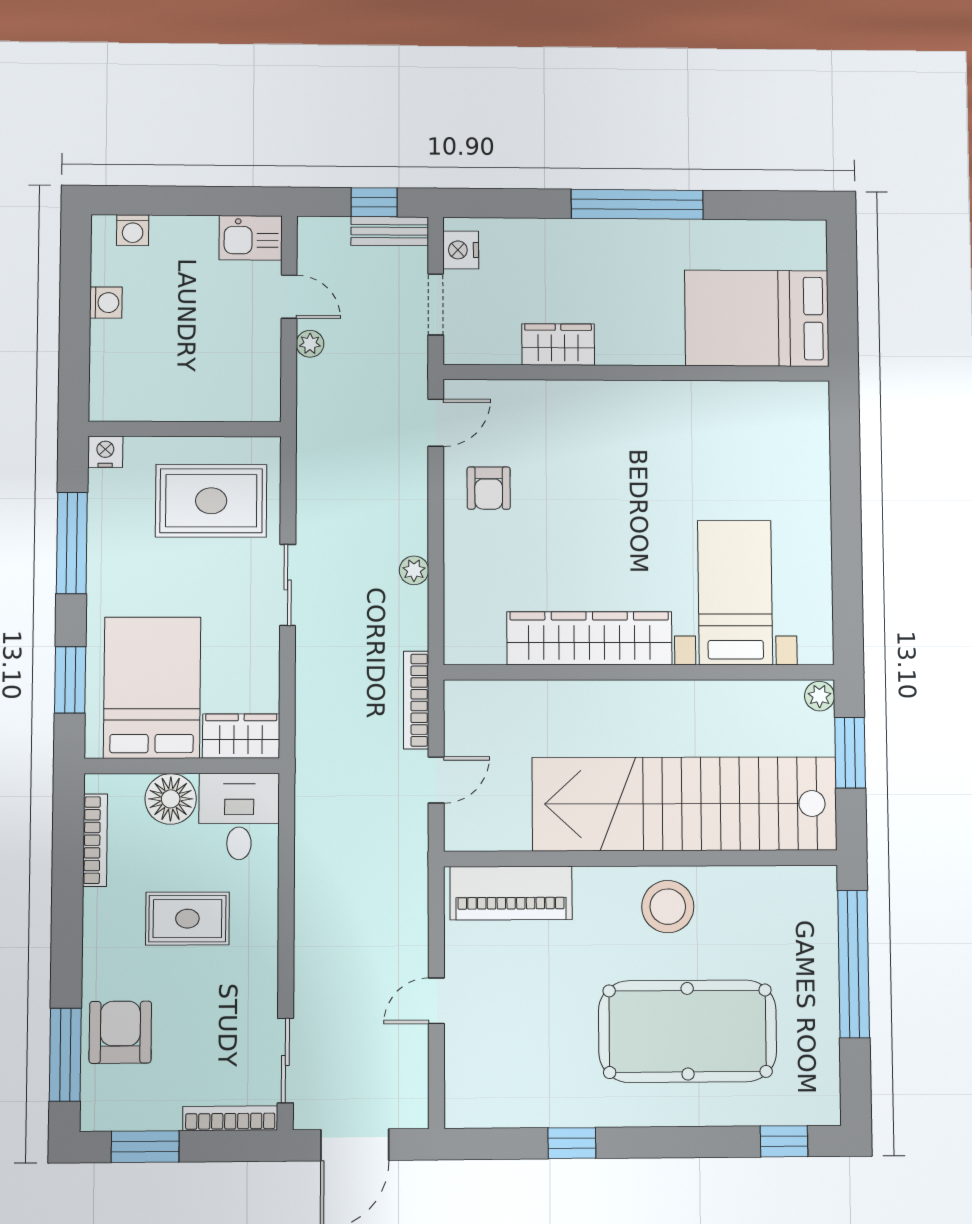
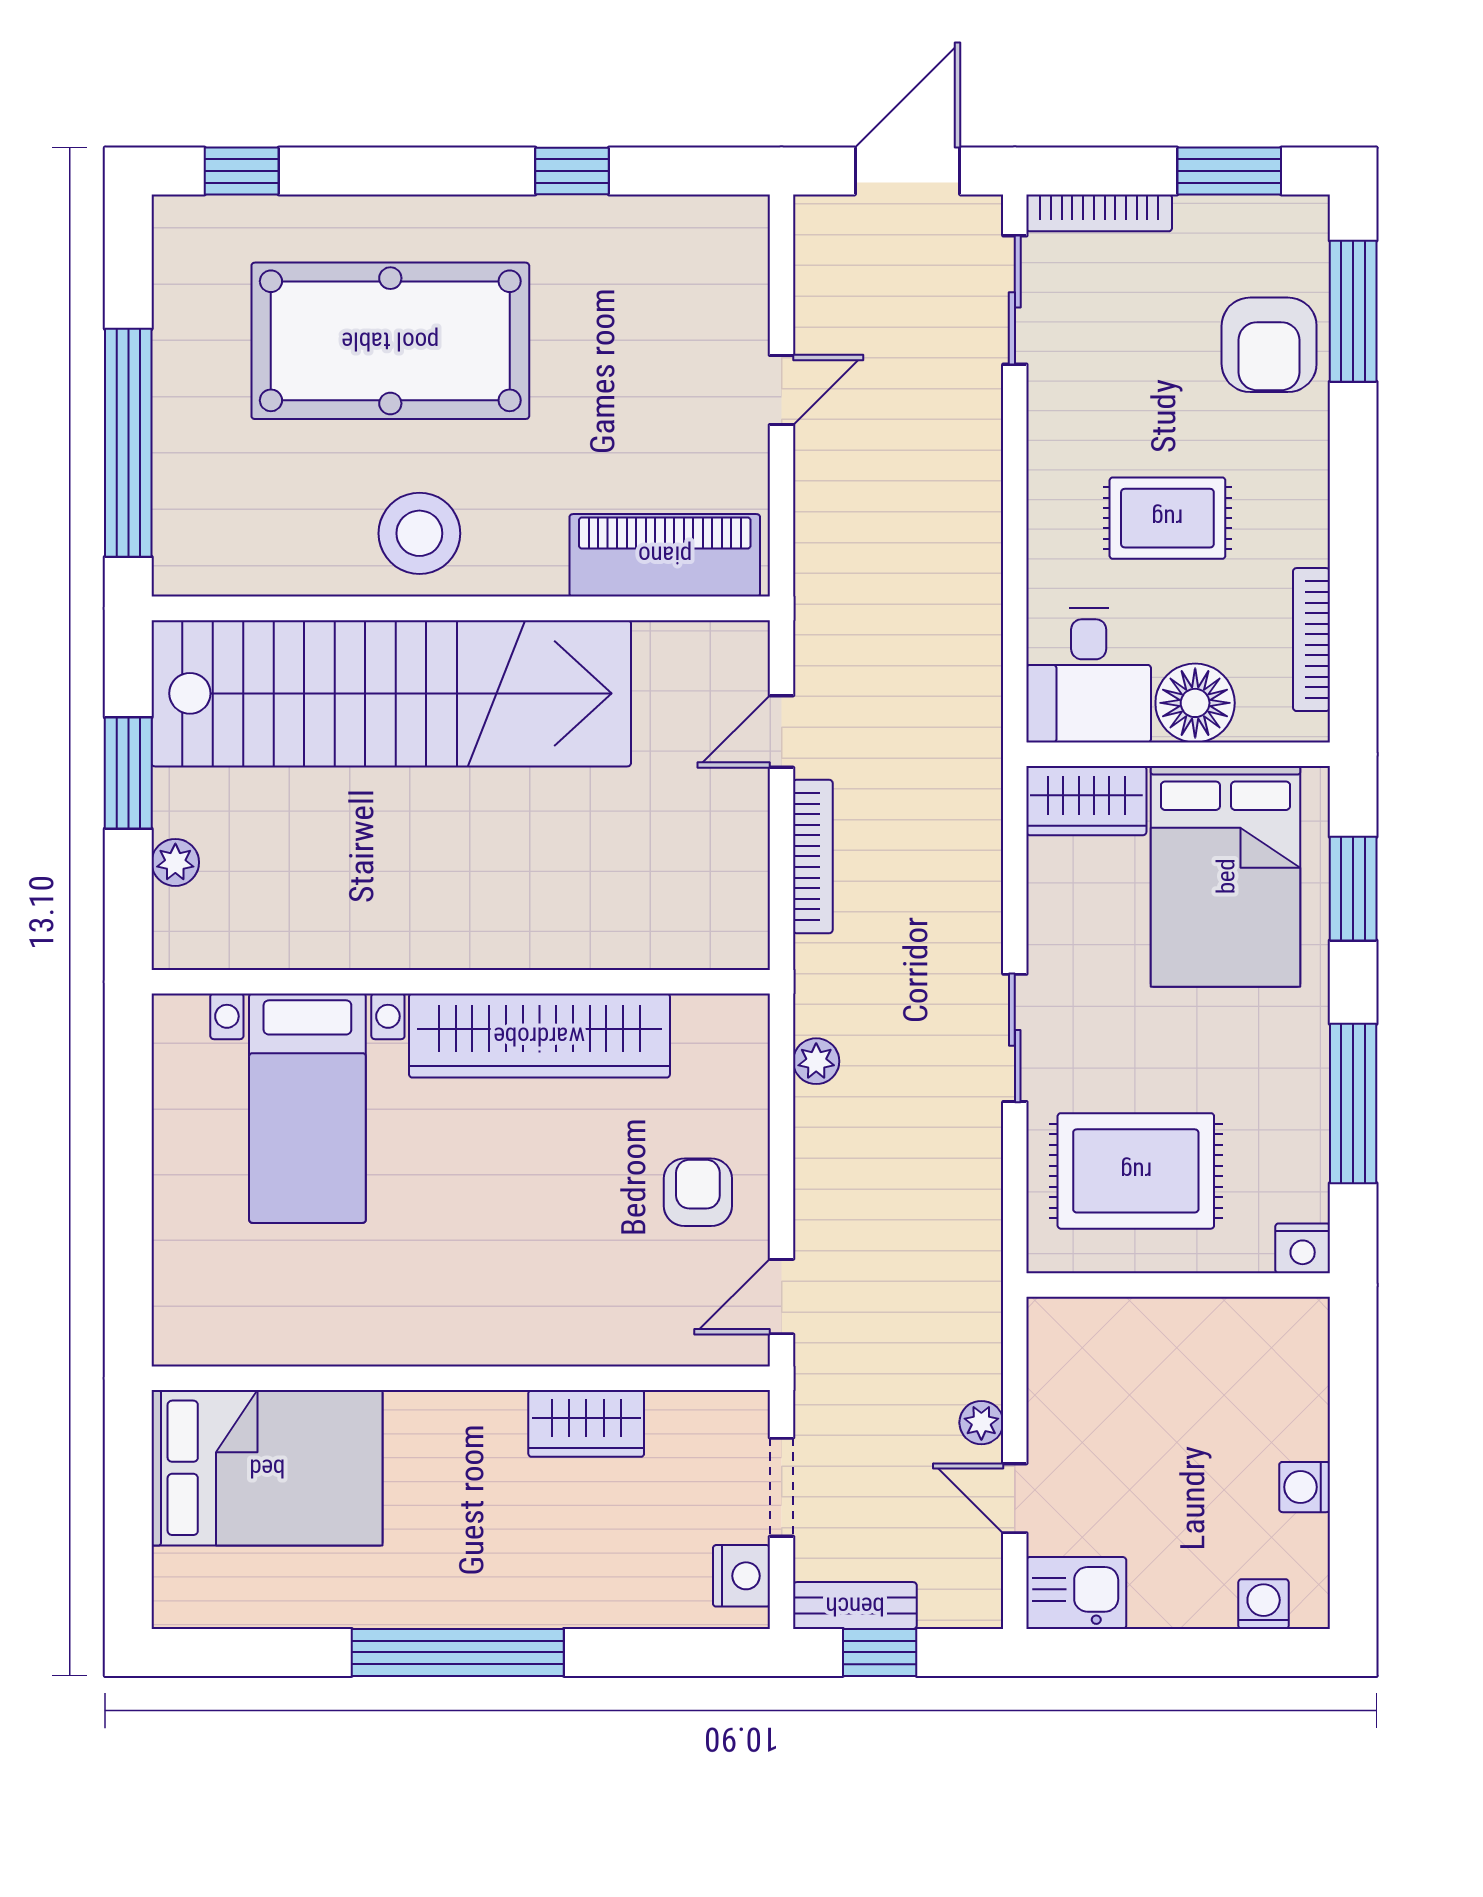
bed with nightstands: (735, 593) -> (307, 1108), moved
wardrobe: (589, 638) -> (539, 1036), moved
wall: (639, 672) -> (461, 982), moved

